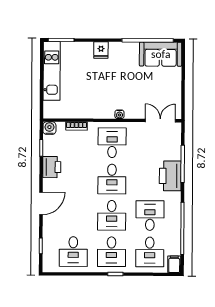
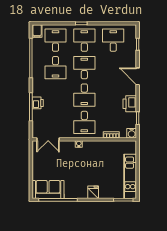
printer: (170, 176) -> (38, 103), width x0.53, depth x0.68
desk: (112, 179) -> (84, 95), turned 180
door: (41, 203) -> (138, 76), hinge flipped

